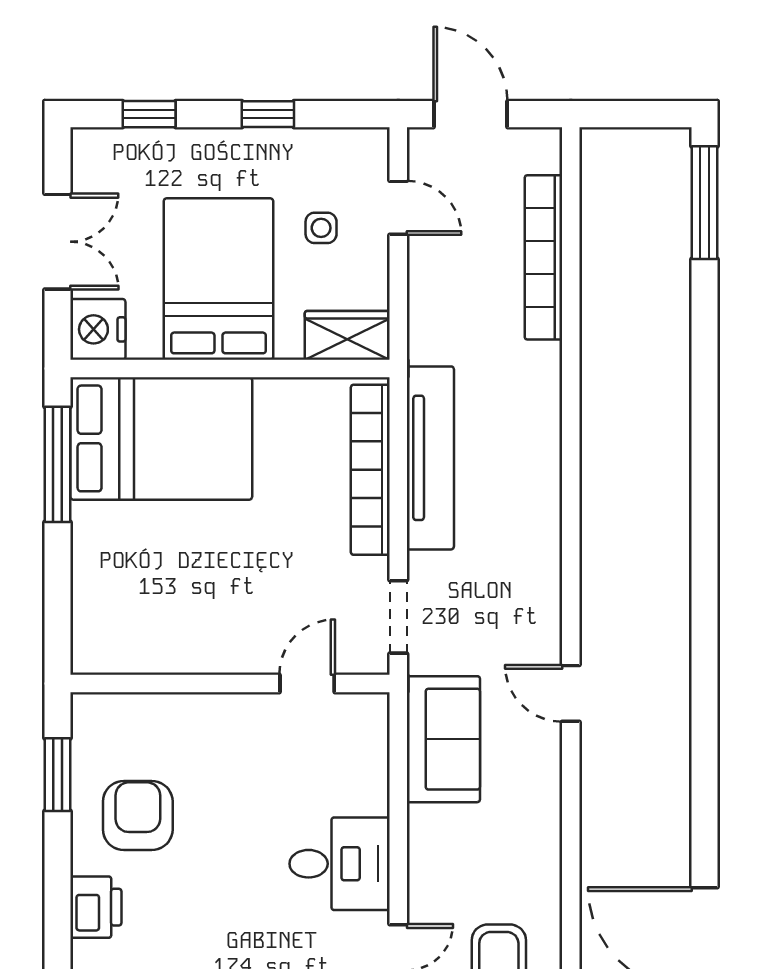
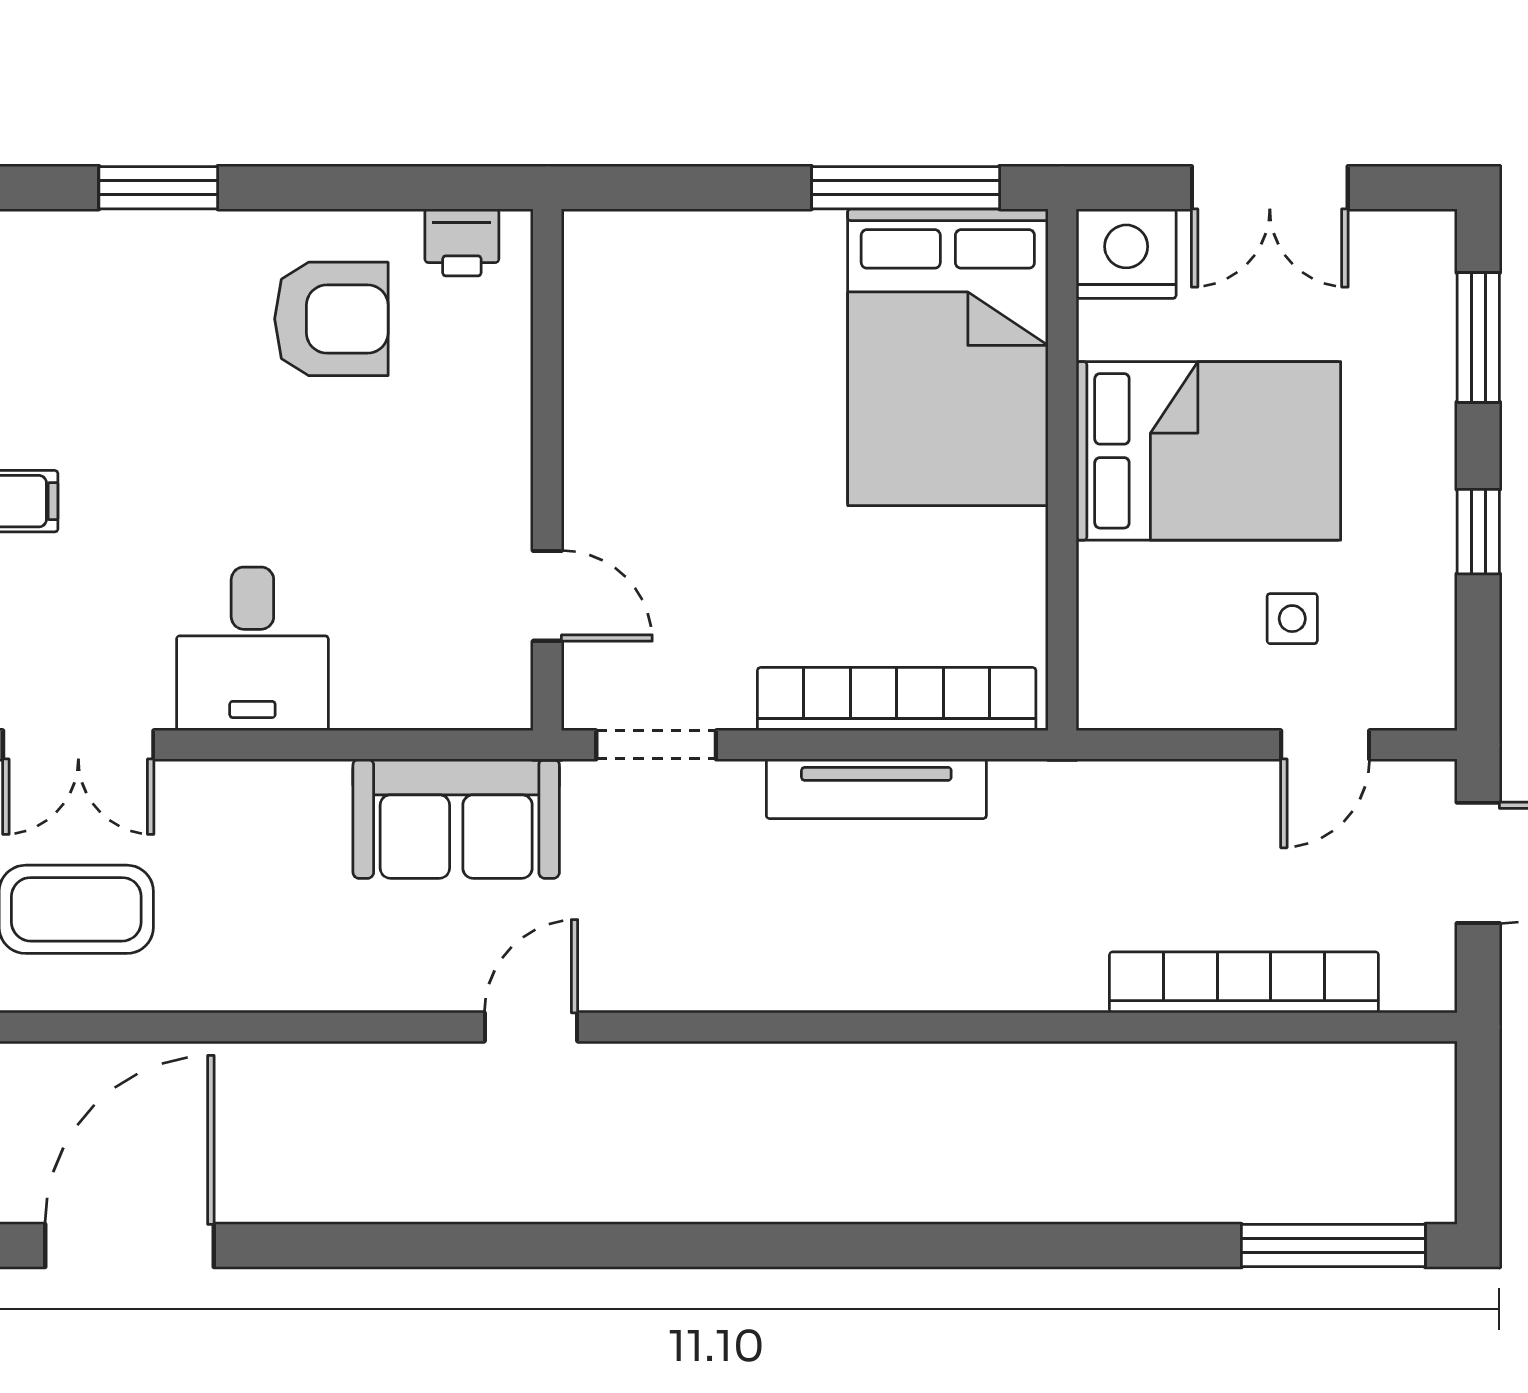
window: (149, 114) -> (1478, 337), width x1.50
wardrobe: (347, 335) -> (1116, 661), removed
tv unit: (430, 458) -> (876, 789), width x0.73, depth x0.78
window: (58, 775) -> (158, 188), moved
printer: (96, 907) -> (462, 242), moved, width x0.73, depth x0.81

